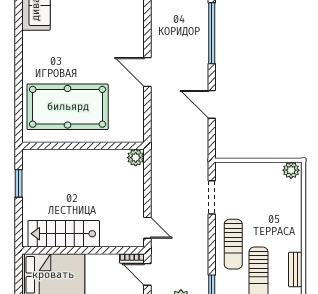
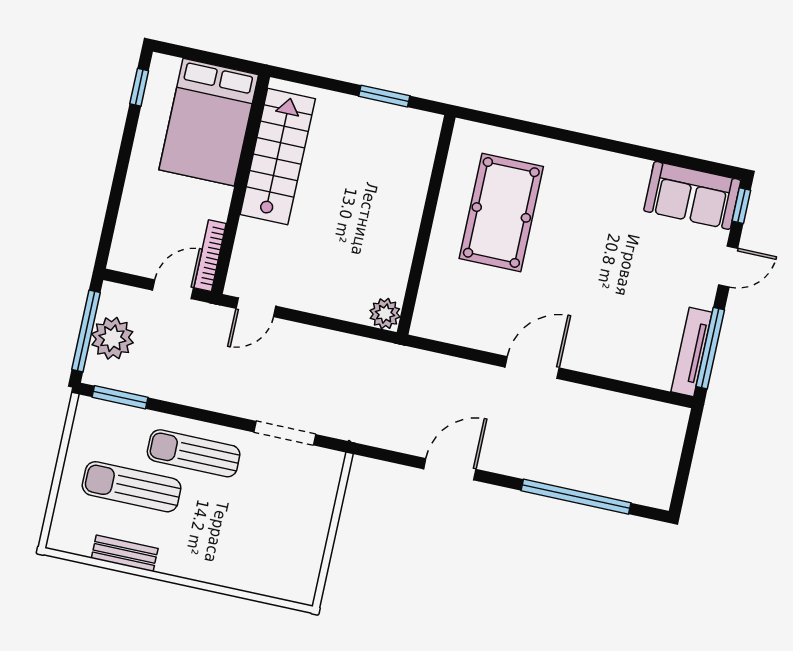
pool table: (68, 107) -> (501, 212), width x0.73, depth x0.76
plant: (291, 170) -> (302, 584), removed
bookcase: (132, 259) -> (210, 256), width x1.56

